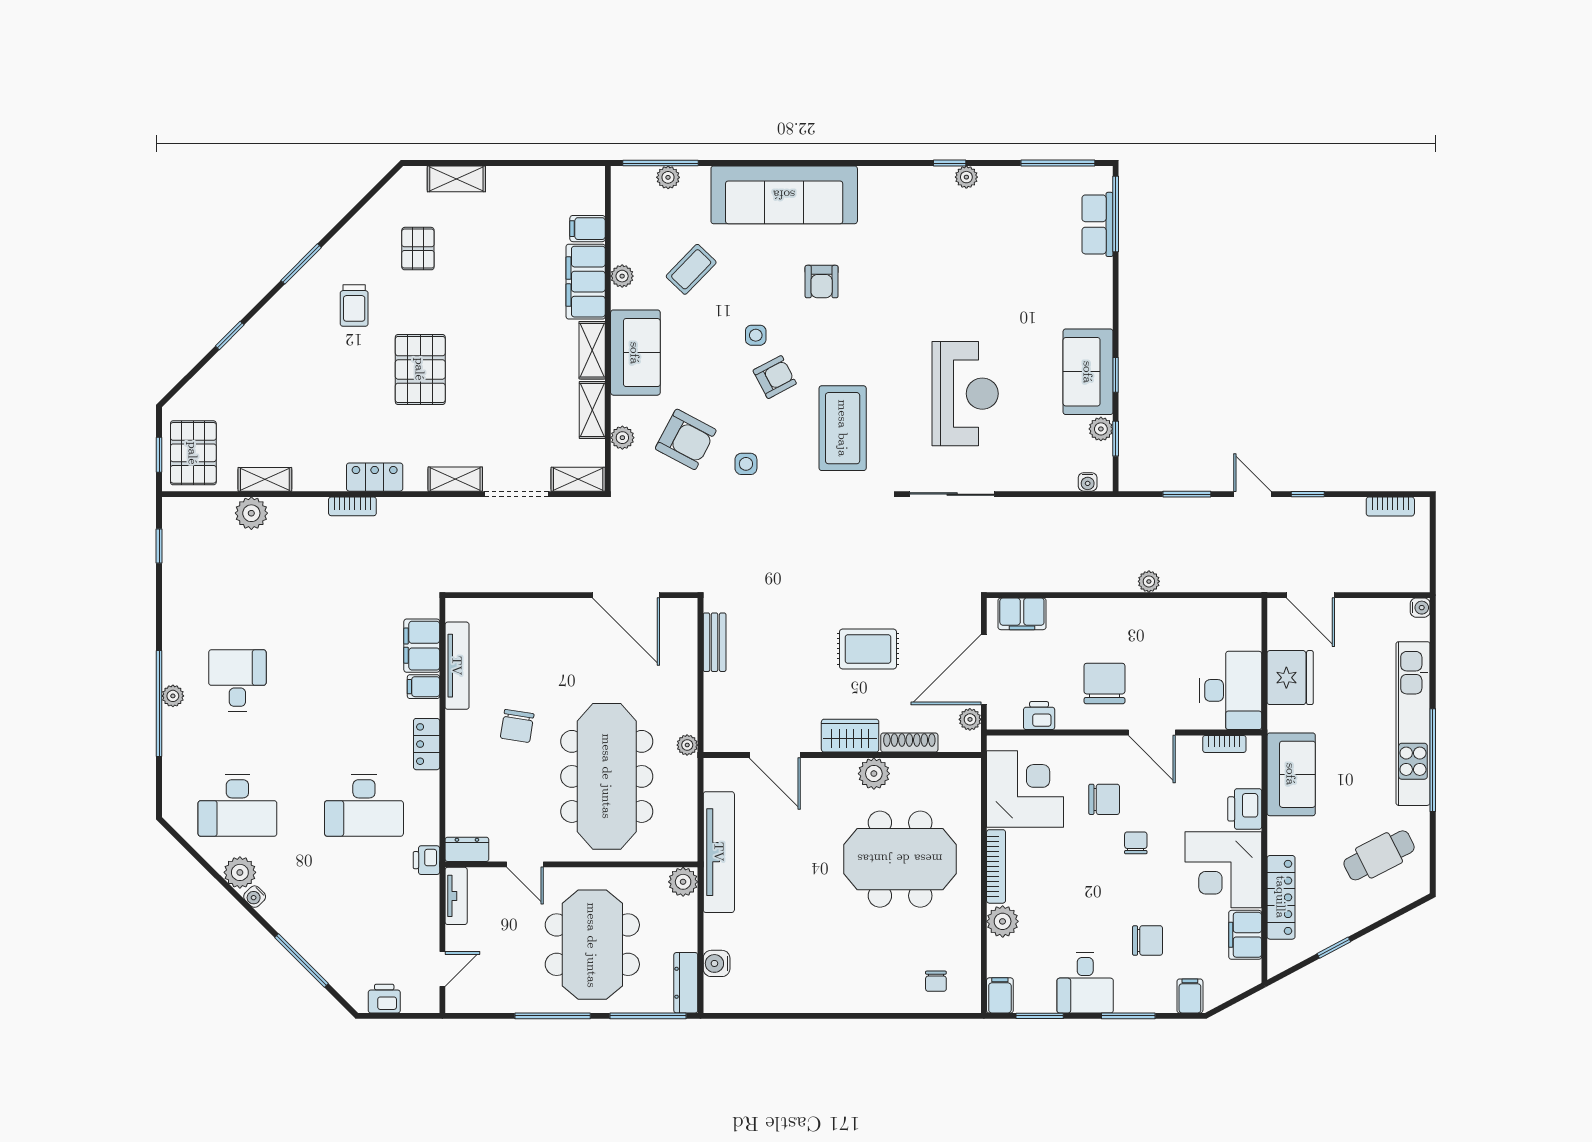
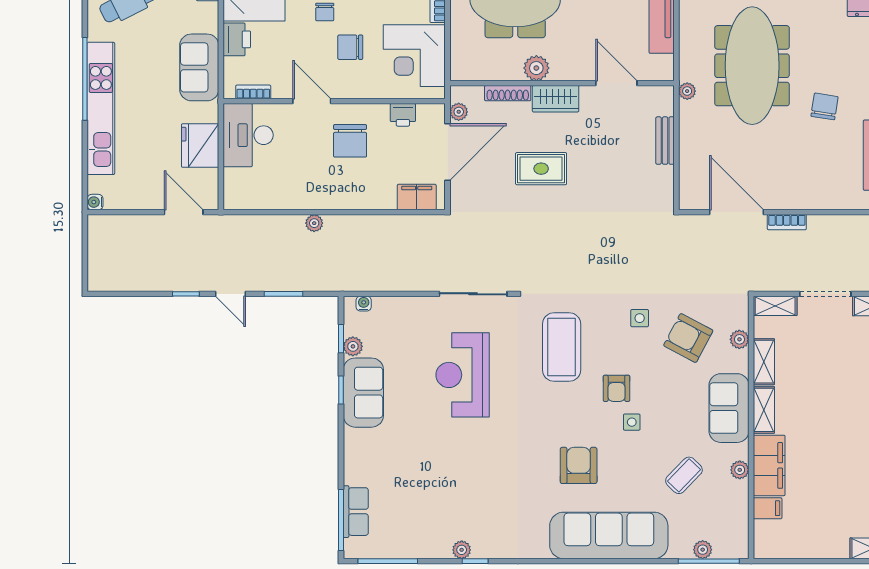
armchair: (822, 282) -> (579, 465), width x1.38, depth x1.38
armchair: (775, 377) -> (616, 388), turned -62
bookcase: (1390, 506) -> (787, 222), moved, turned 180
bench: (715, 642) -> (665, 141), moved

